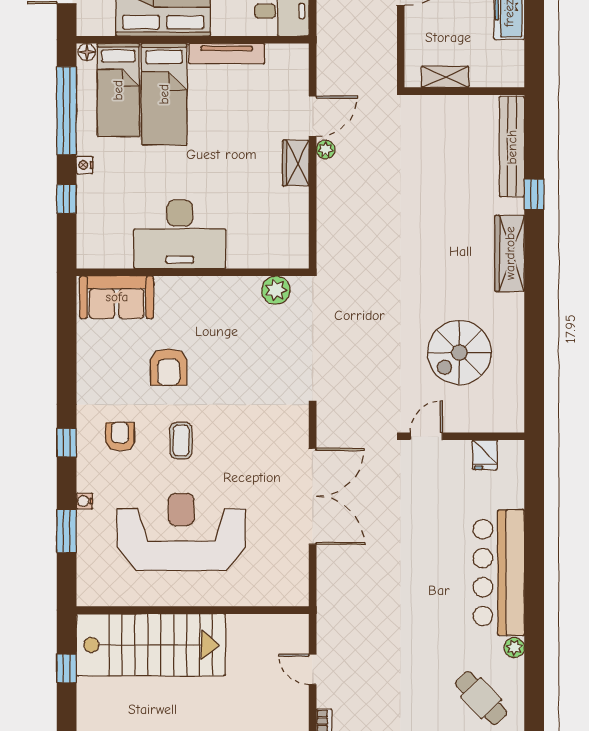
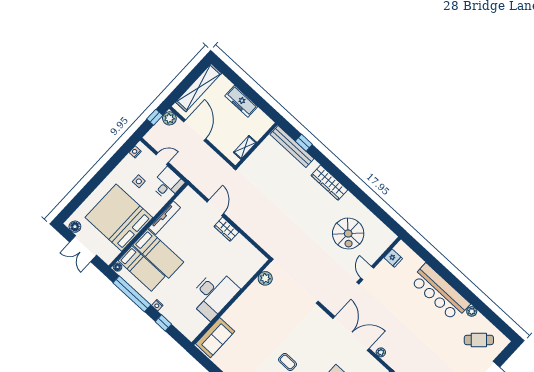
plant: (326, 150) -> (381, 352), moved
window: (534, 194) -> (304, 143), moved
armchair: (169, 367) -> (257, 342), removed

